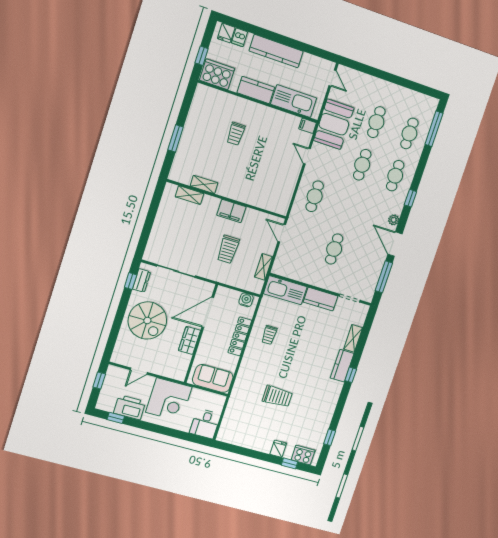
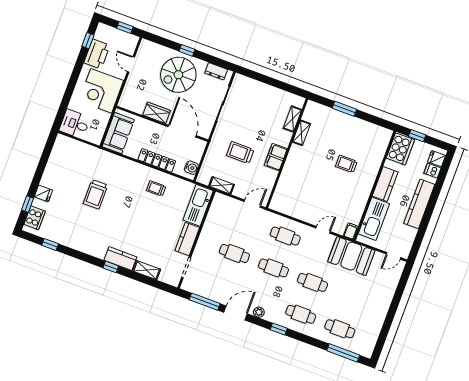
cafe table: (376, 122) -> (273, 268), moved
window: (131, 281) -> (187, 50), moved

